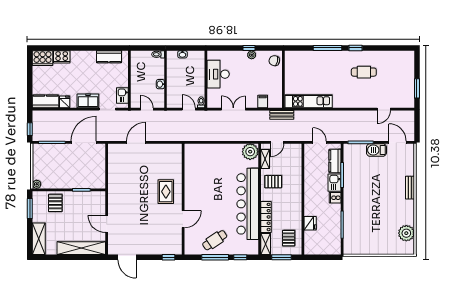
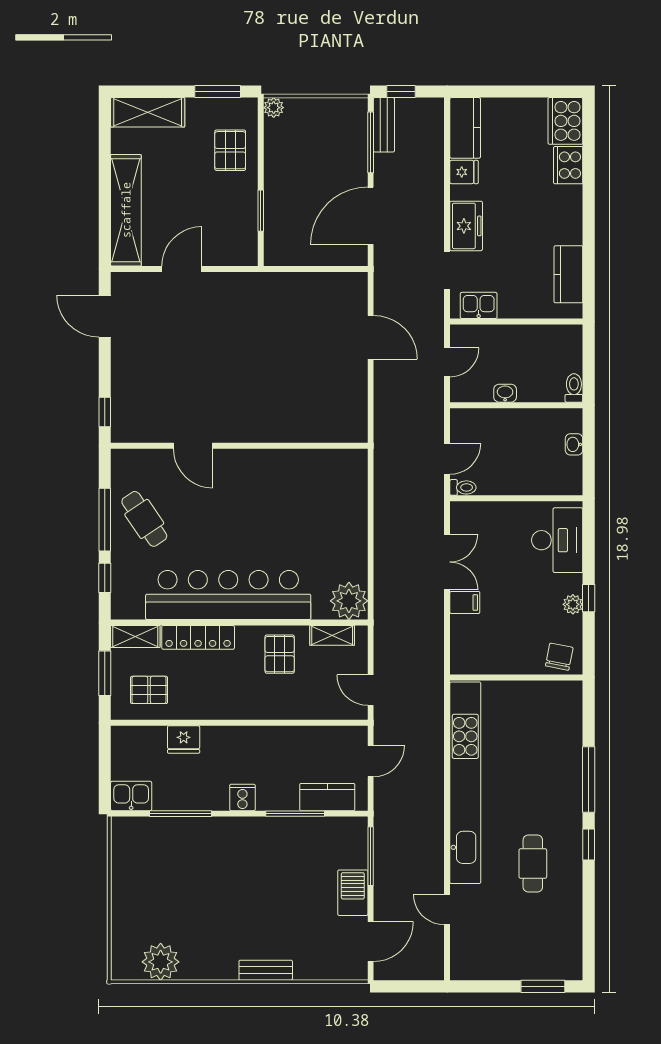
desk: (218, 74) -> (557, 540), moved, turned 90
window: (417, 88) -> (543, 986), moved
kitchen unit: (309, 101) -> (465, 783), width x1.86
filing cabinet: (263, 102) -> (465, 602), moved
bench: (282, 115) -> (384, 125), moved
door: (84, 142) -> (371, 216), swing flipped
door: (277, 142) -> (371, 690), moved
kitchen sink: (335, 183) -> (131, 796), moved
rug: (166, 192) -> (256, 406), removed
pallet: (55, 203) -> (230, 150), turned 90
door: (127, 257) -> (105, 316), hinge flipped

